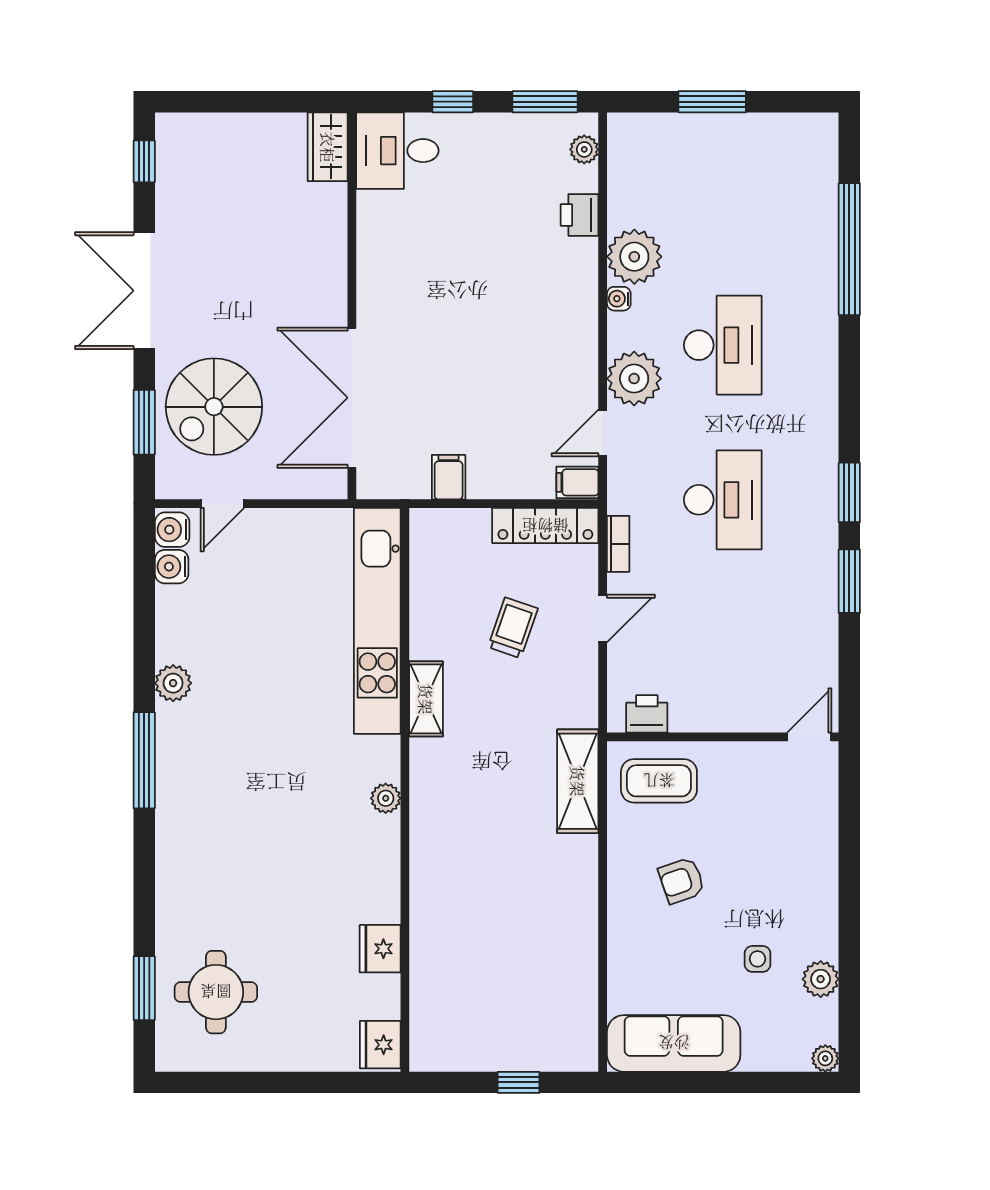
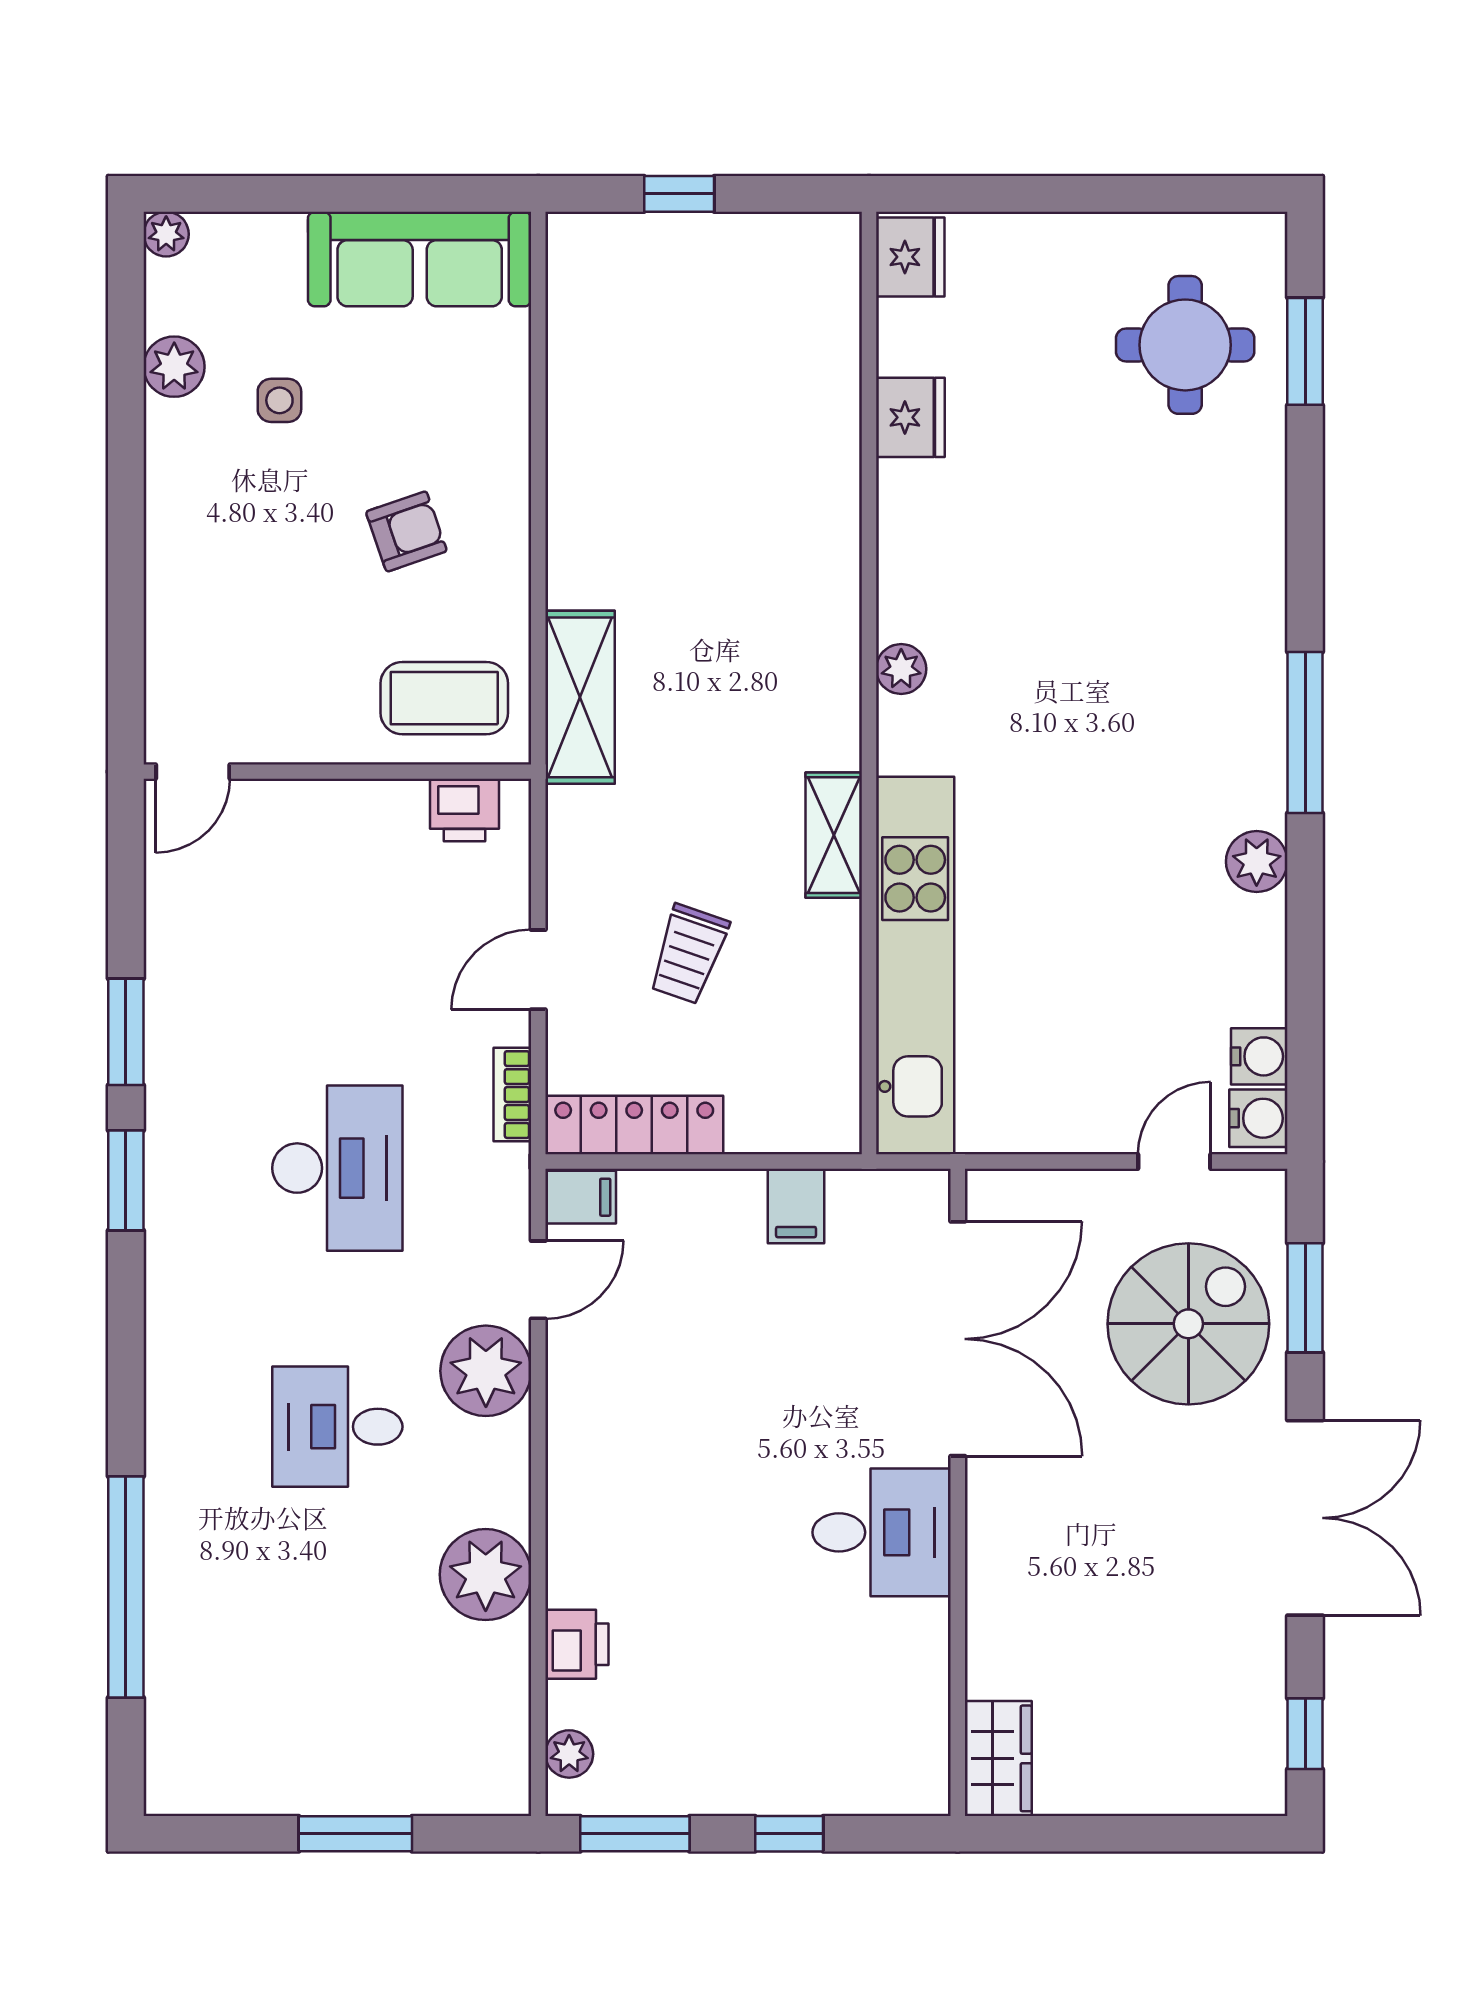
desk: (397, 151) -> (882, 1532), moved
water cooler: (619, 299) -> (511, 1504), removed
desk: (723, 345) -> (337, 1427), width x0.73
desk: (723, 500) -> (337, 1168), turned 180

